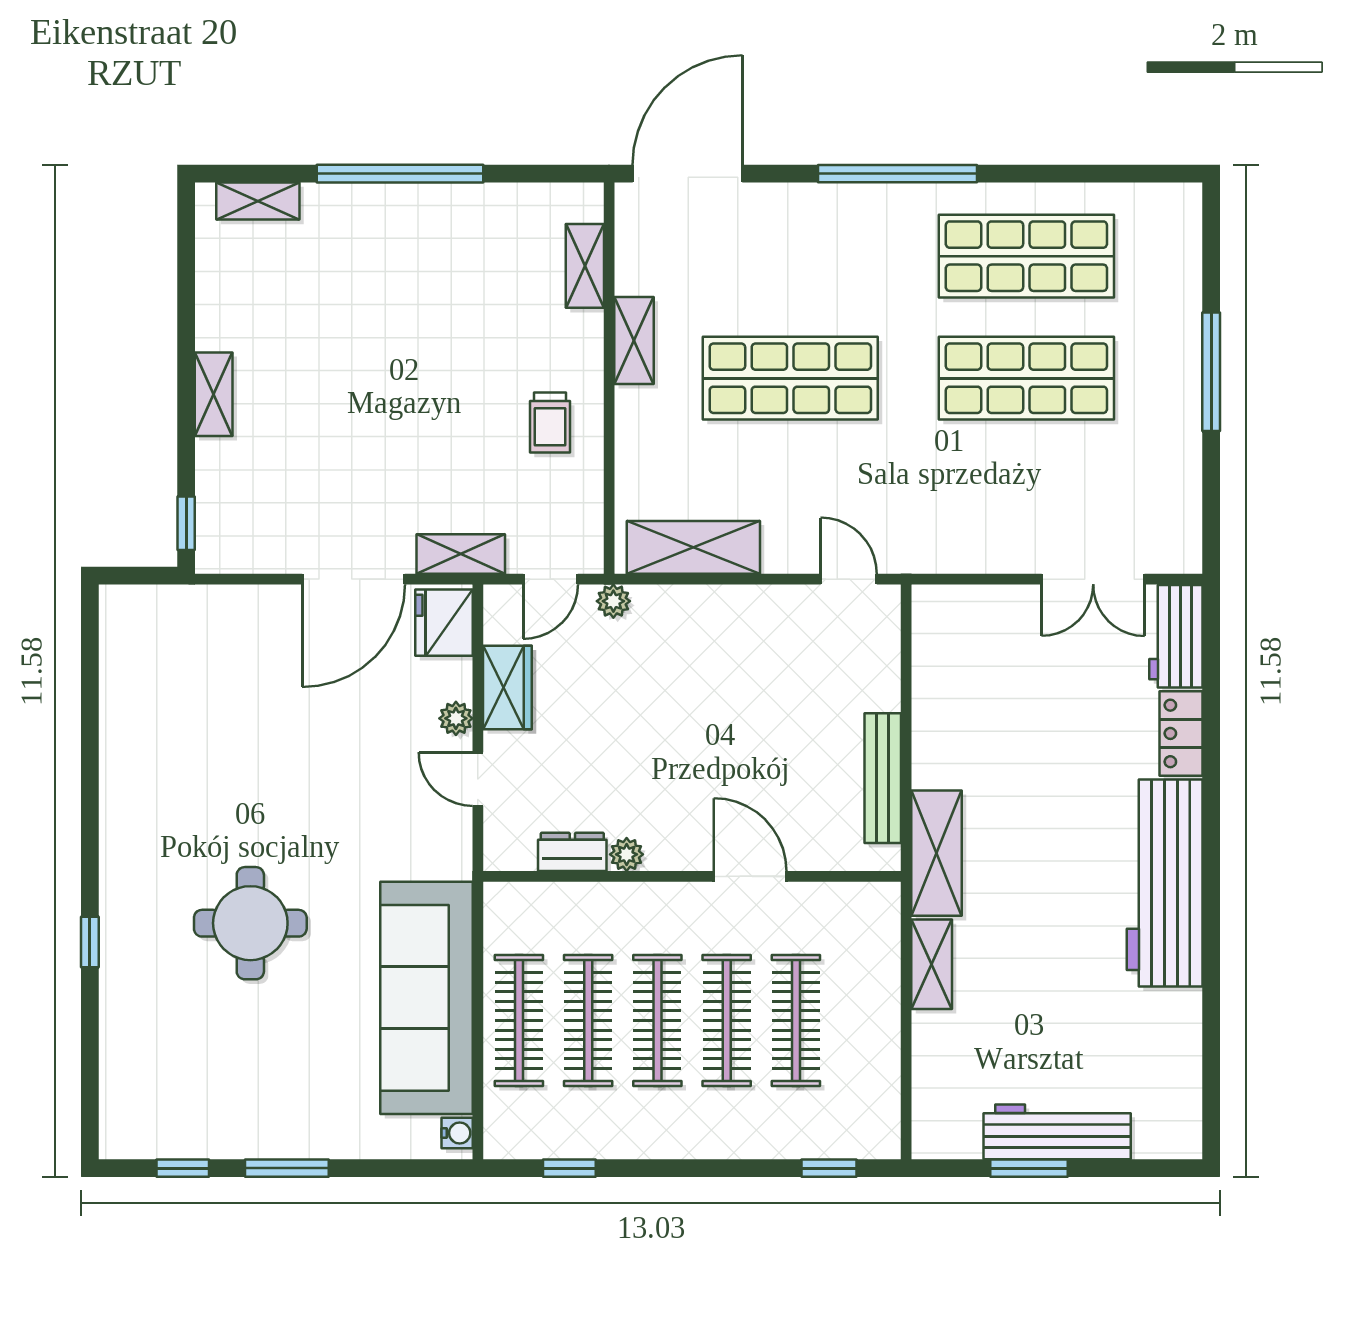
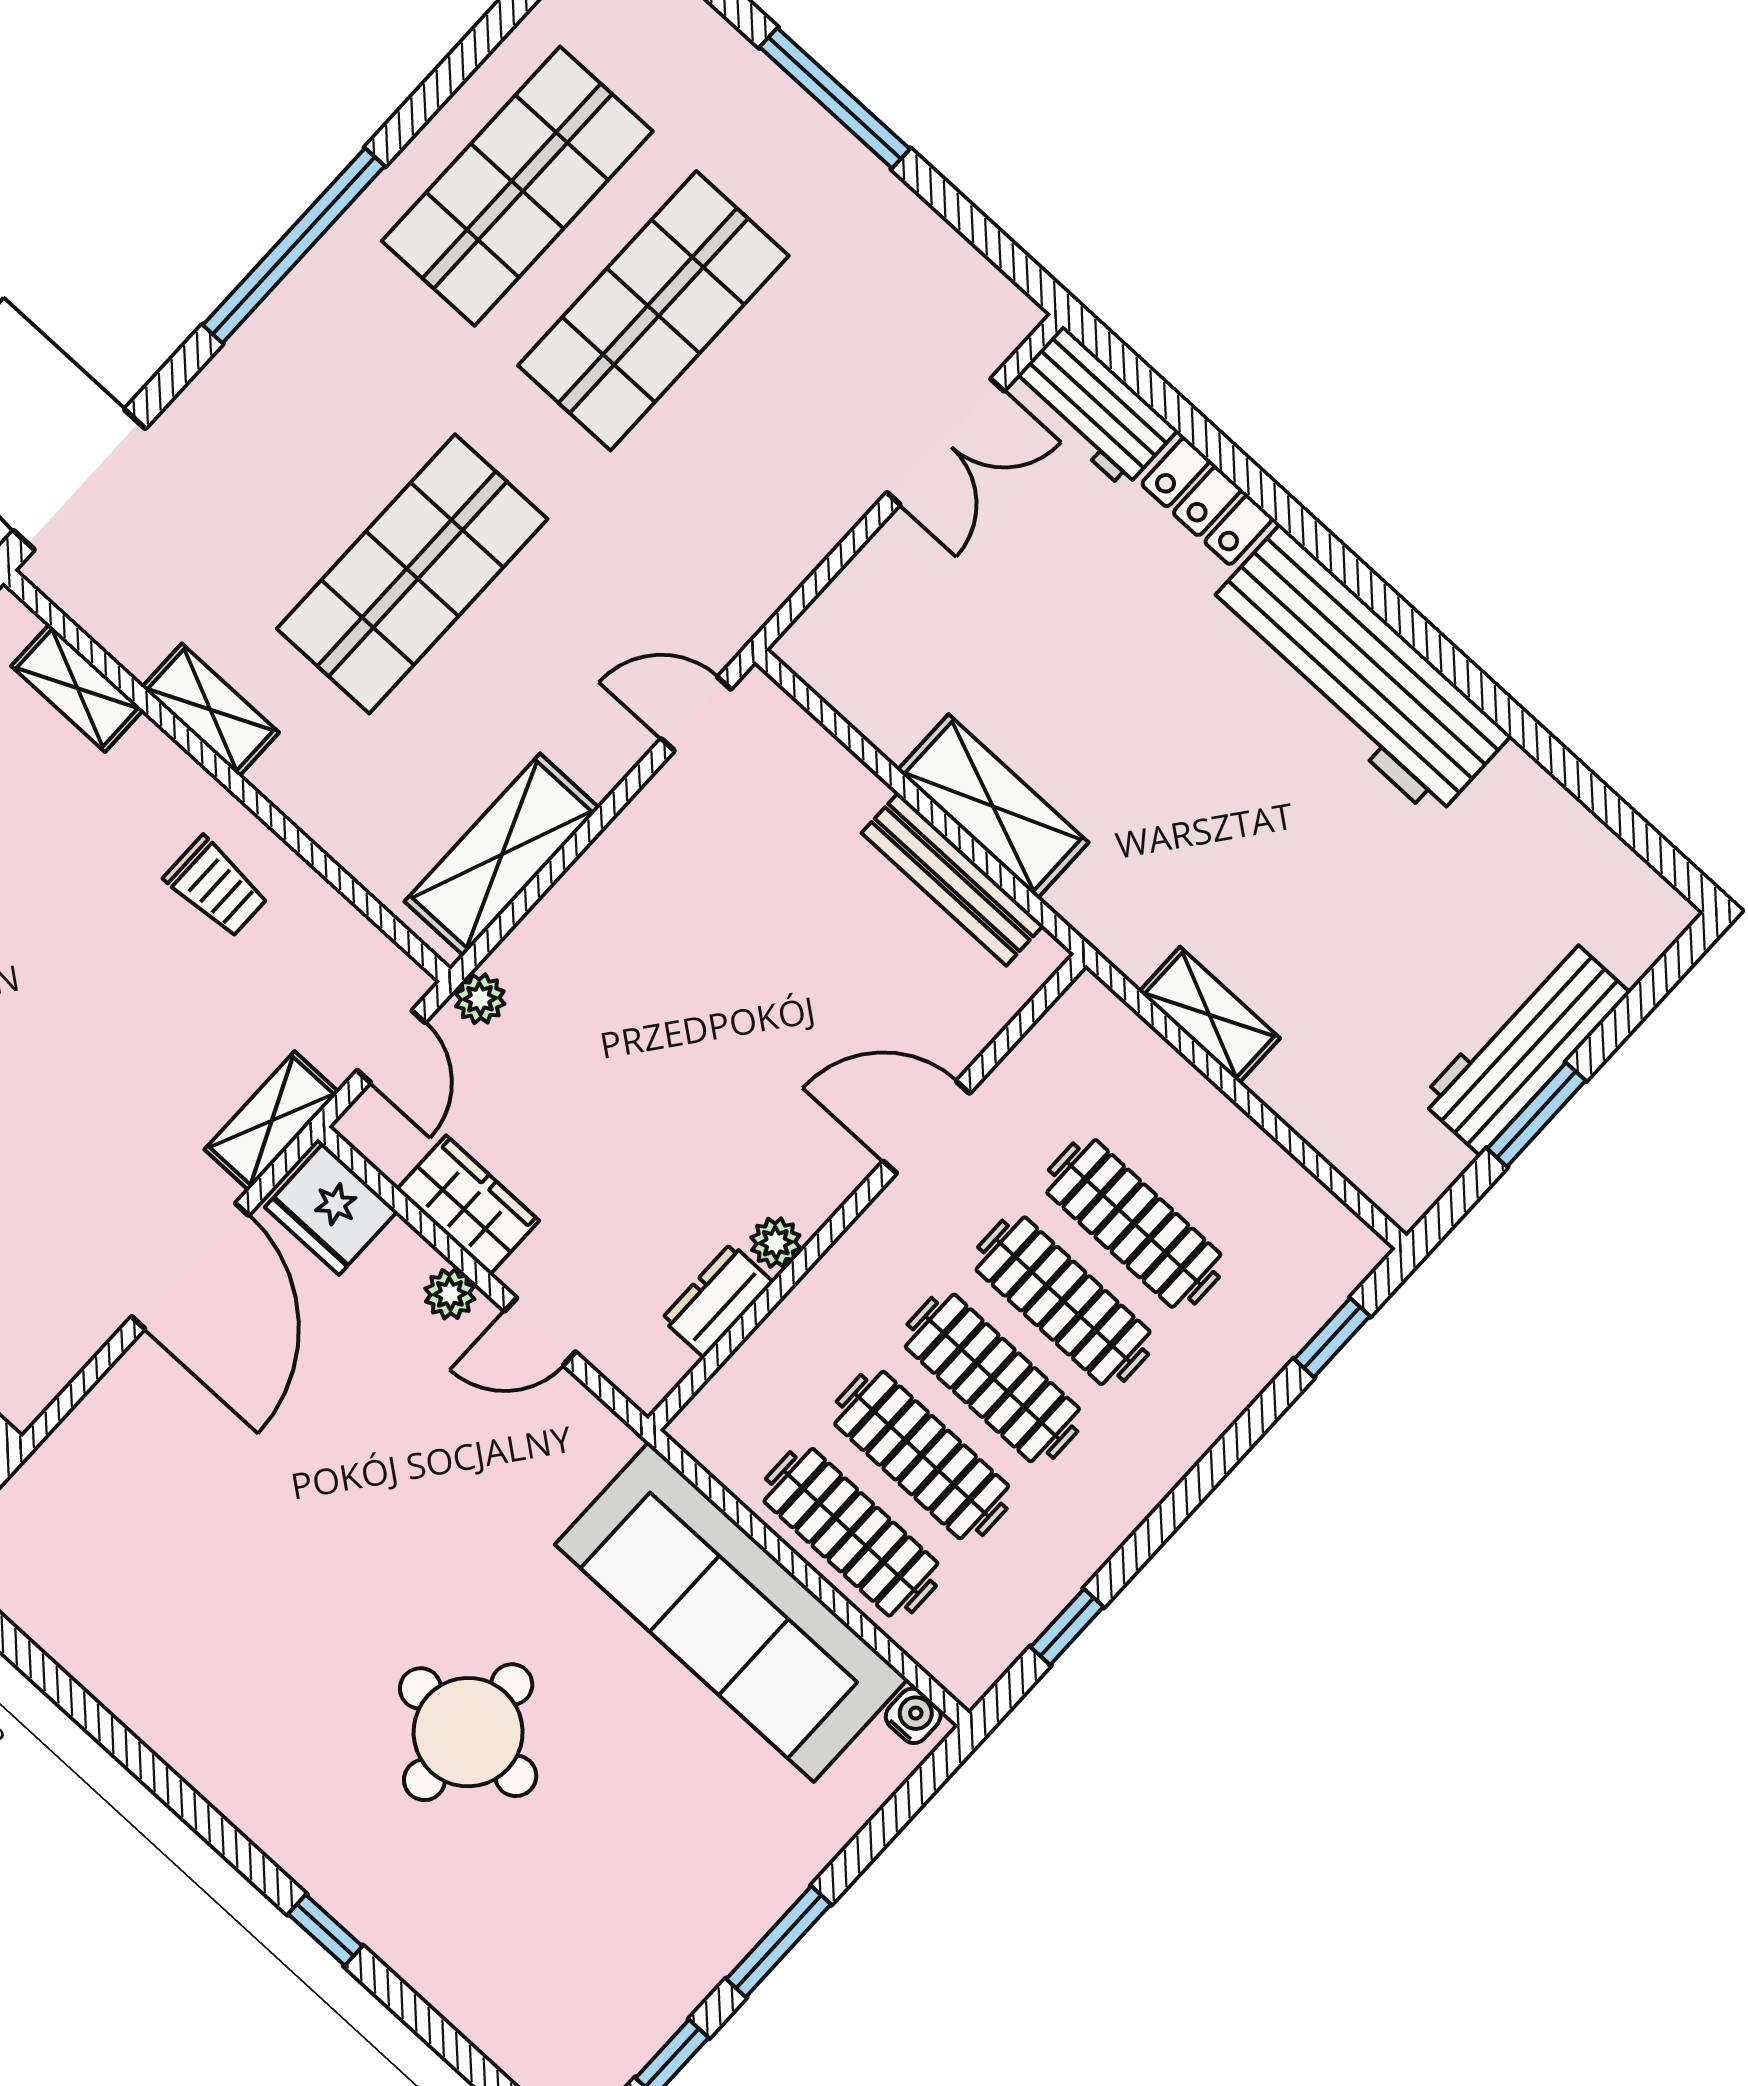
shelving: (937, 853) -> (993, 806), moved

